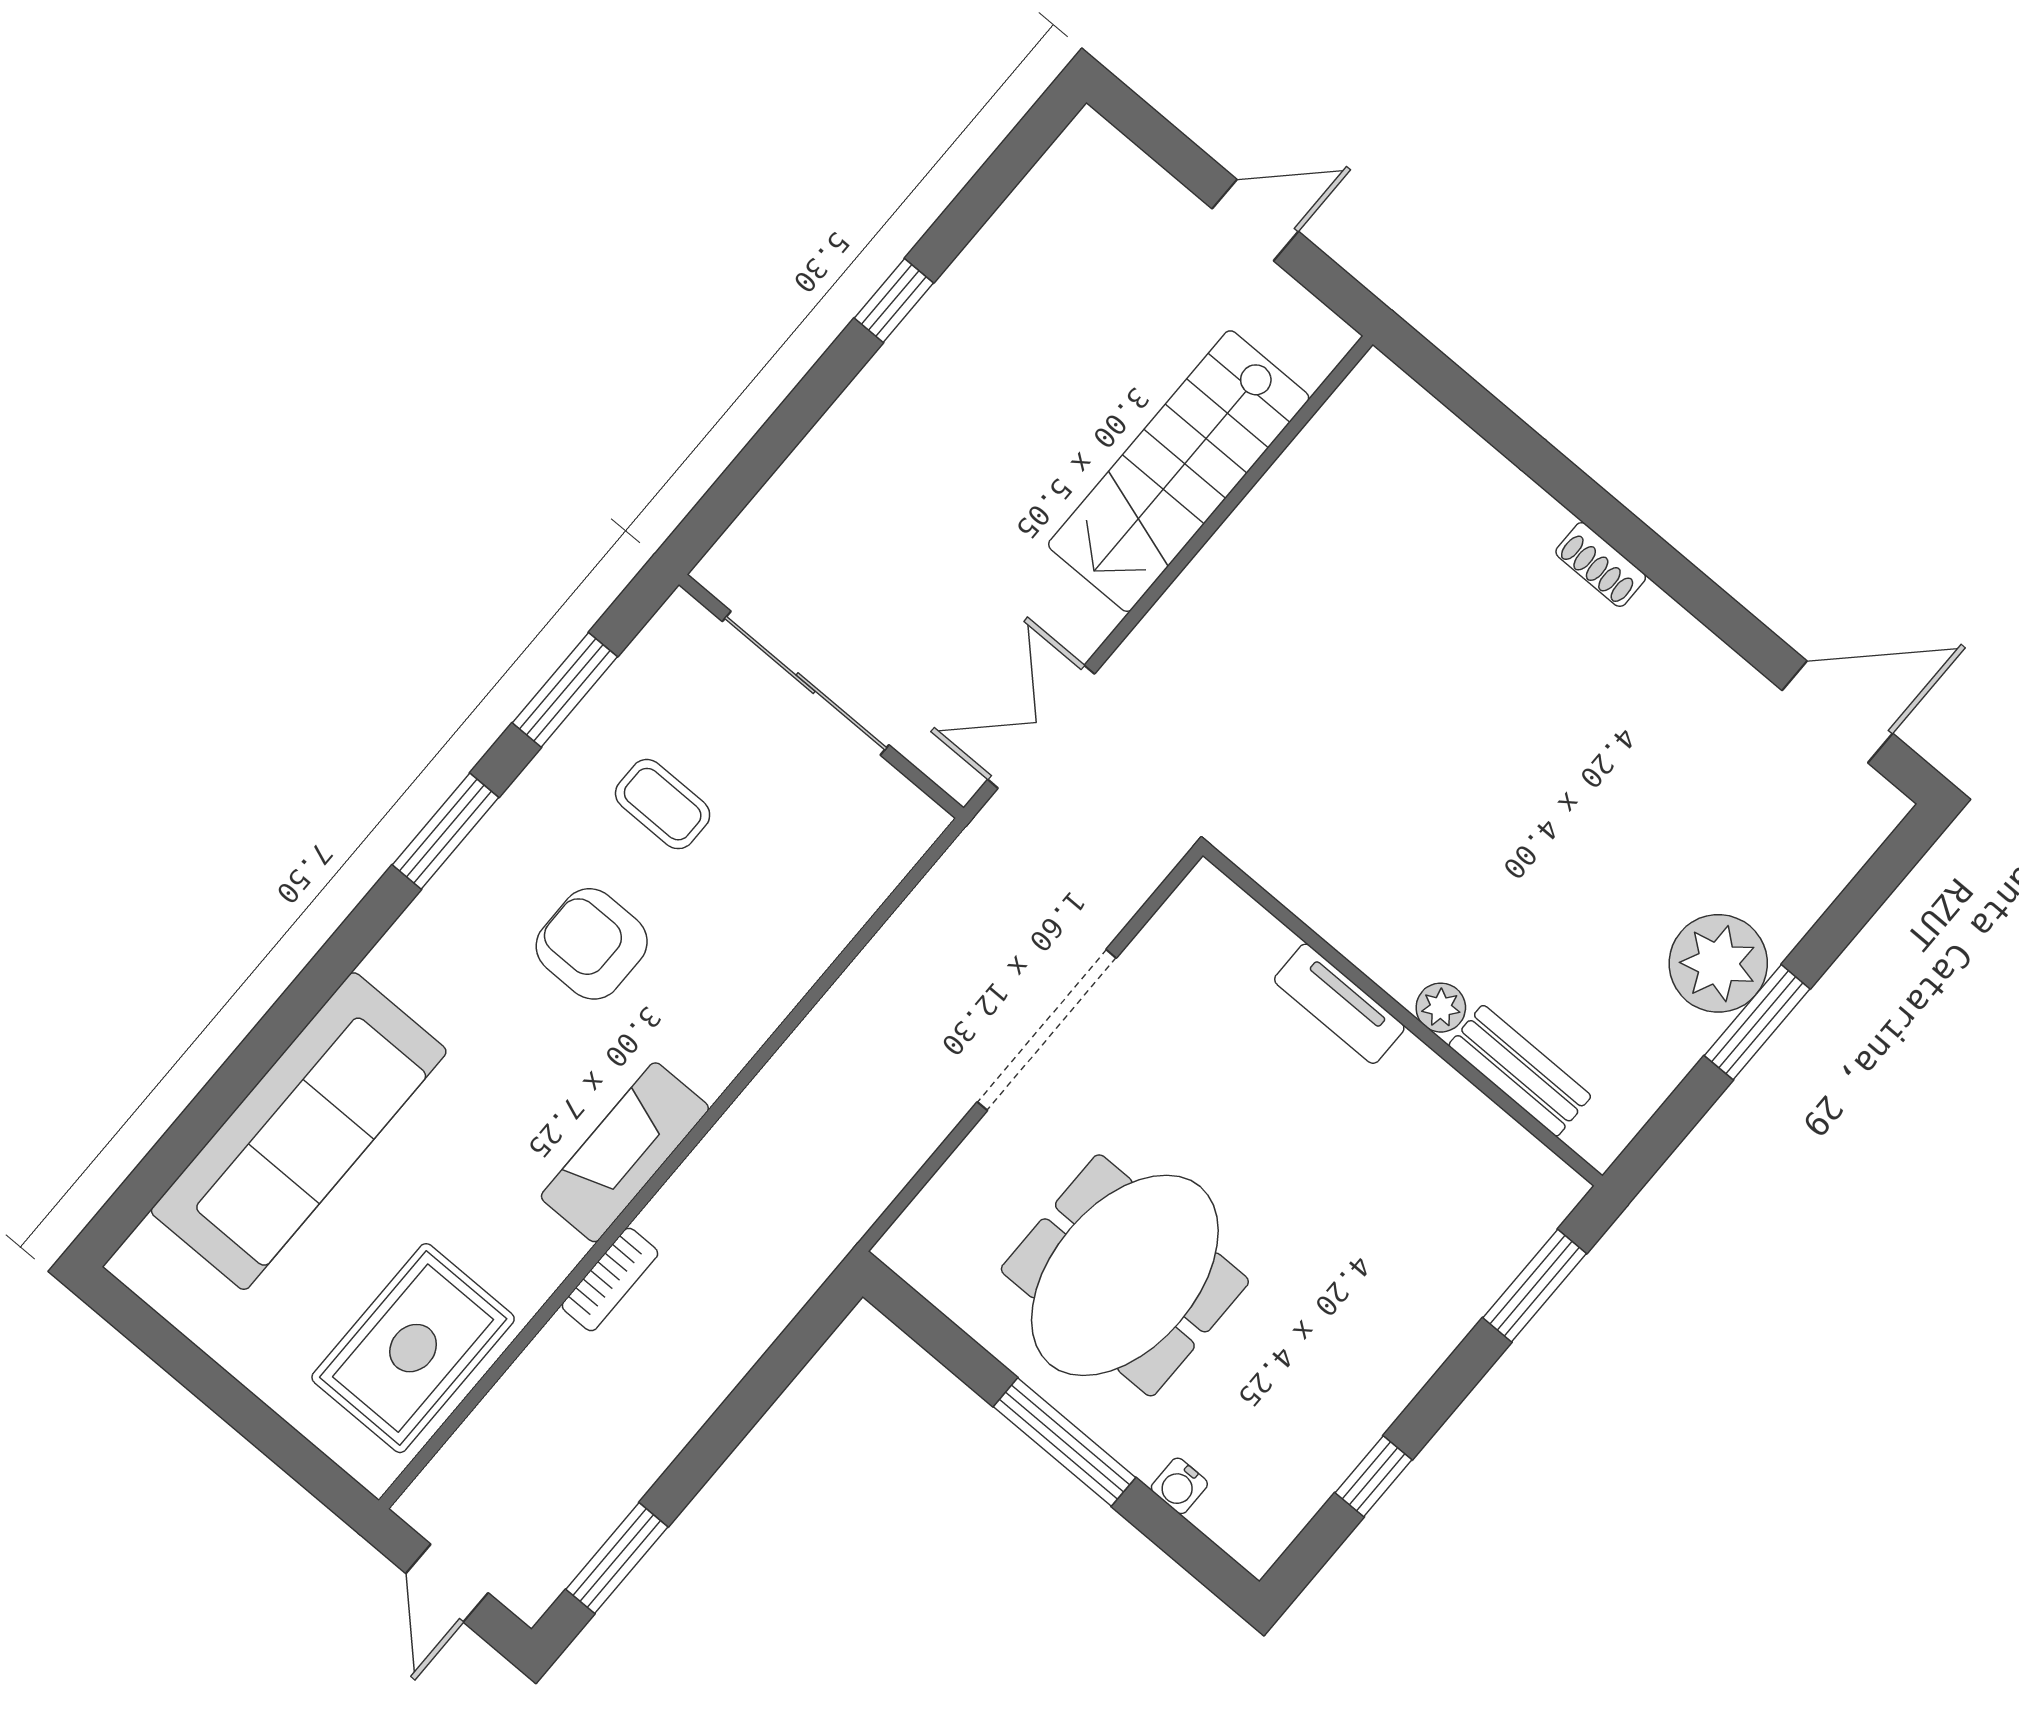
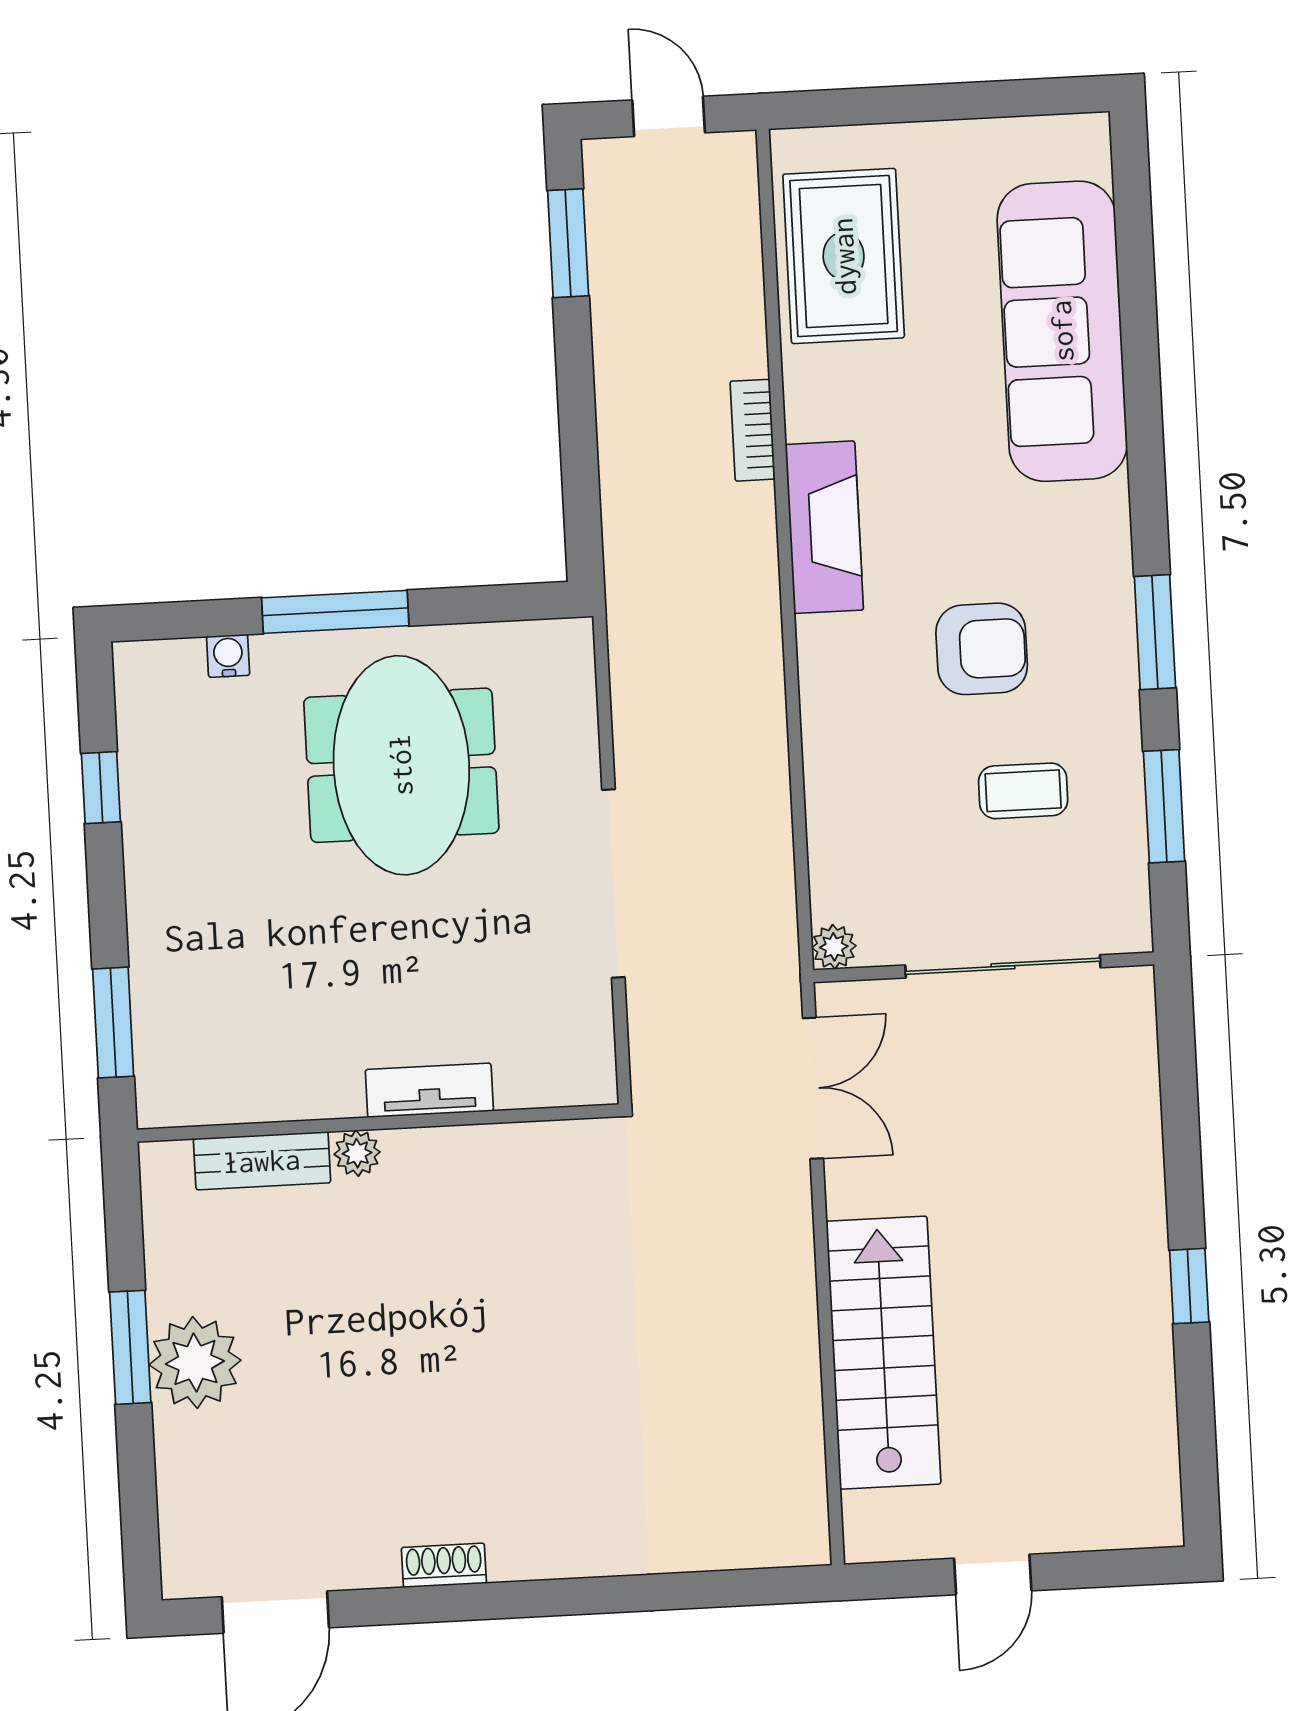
shoe rack: (1601, 565) -> (444, 1565), moved
plant: (922, 821) -> (834, 947), added

